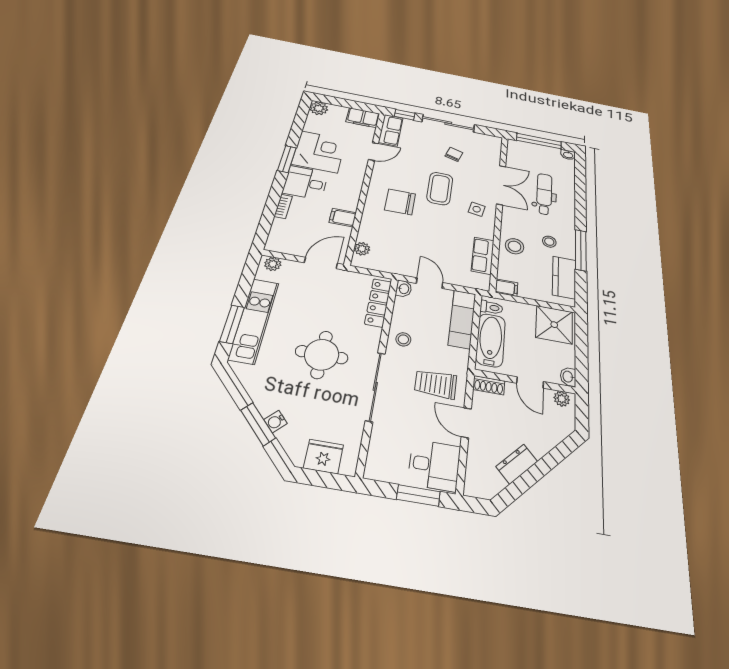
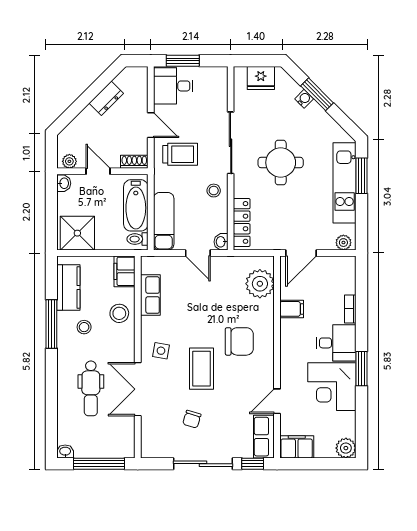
plant: (362, 249) -> (260, 284), width x1.88, depth x1.88
filing cabinet: (506, 288) -> (125, 271), width x2.00

